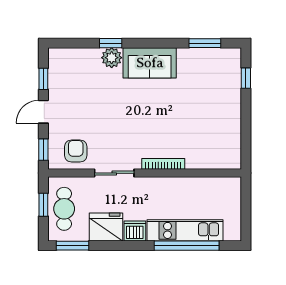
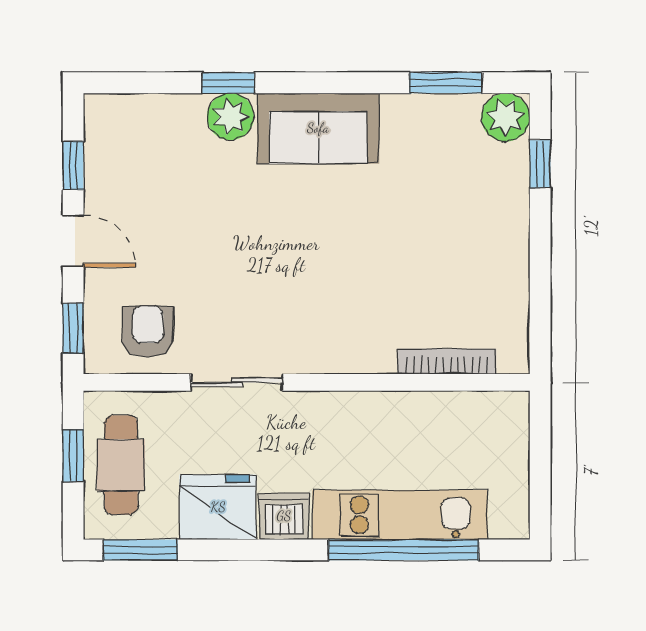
plant: (231, 58) -> (506, 117), added
door: (43, 112) -> (73, 241), swing flipped
bookcase: (163, 164) -> (447, 362), moved

